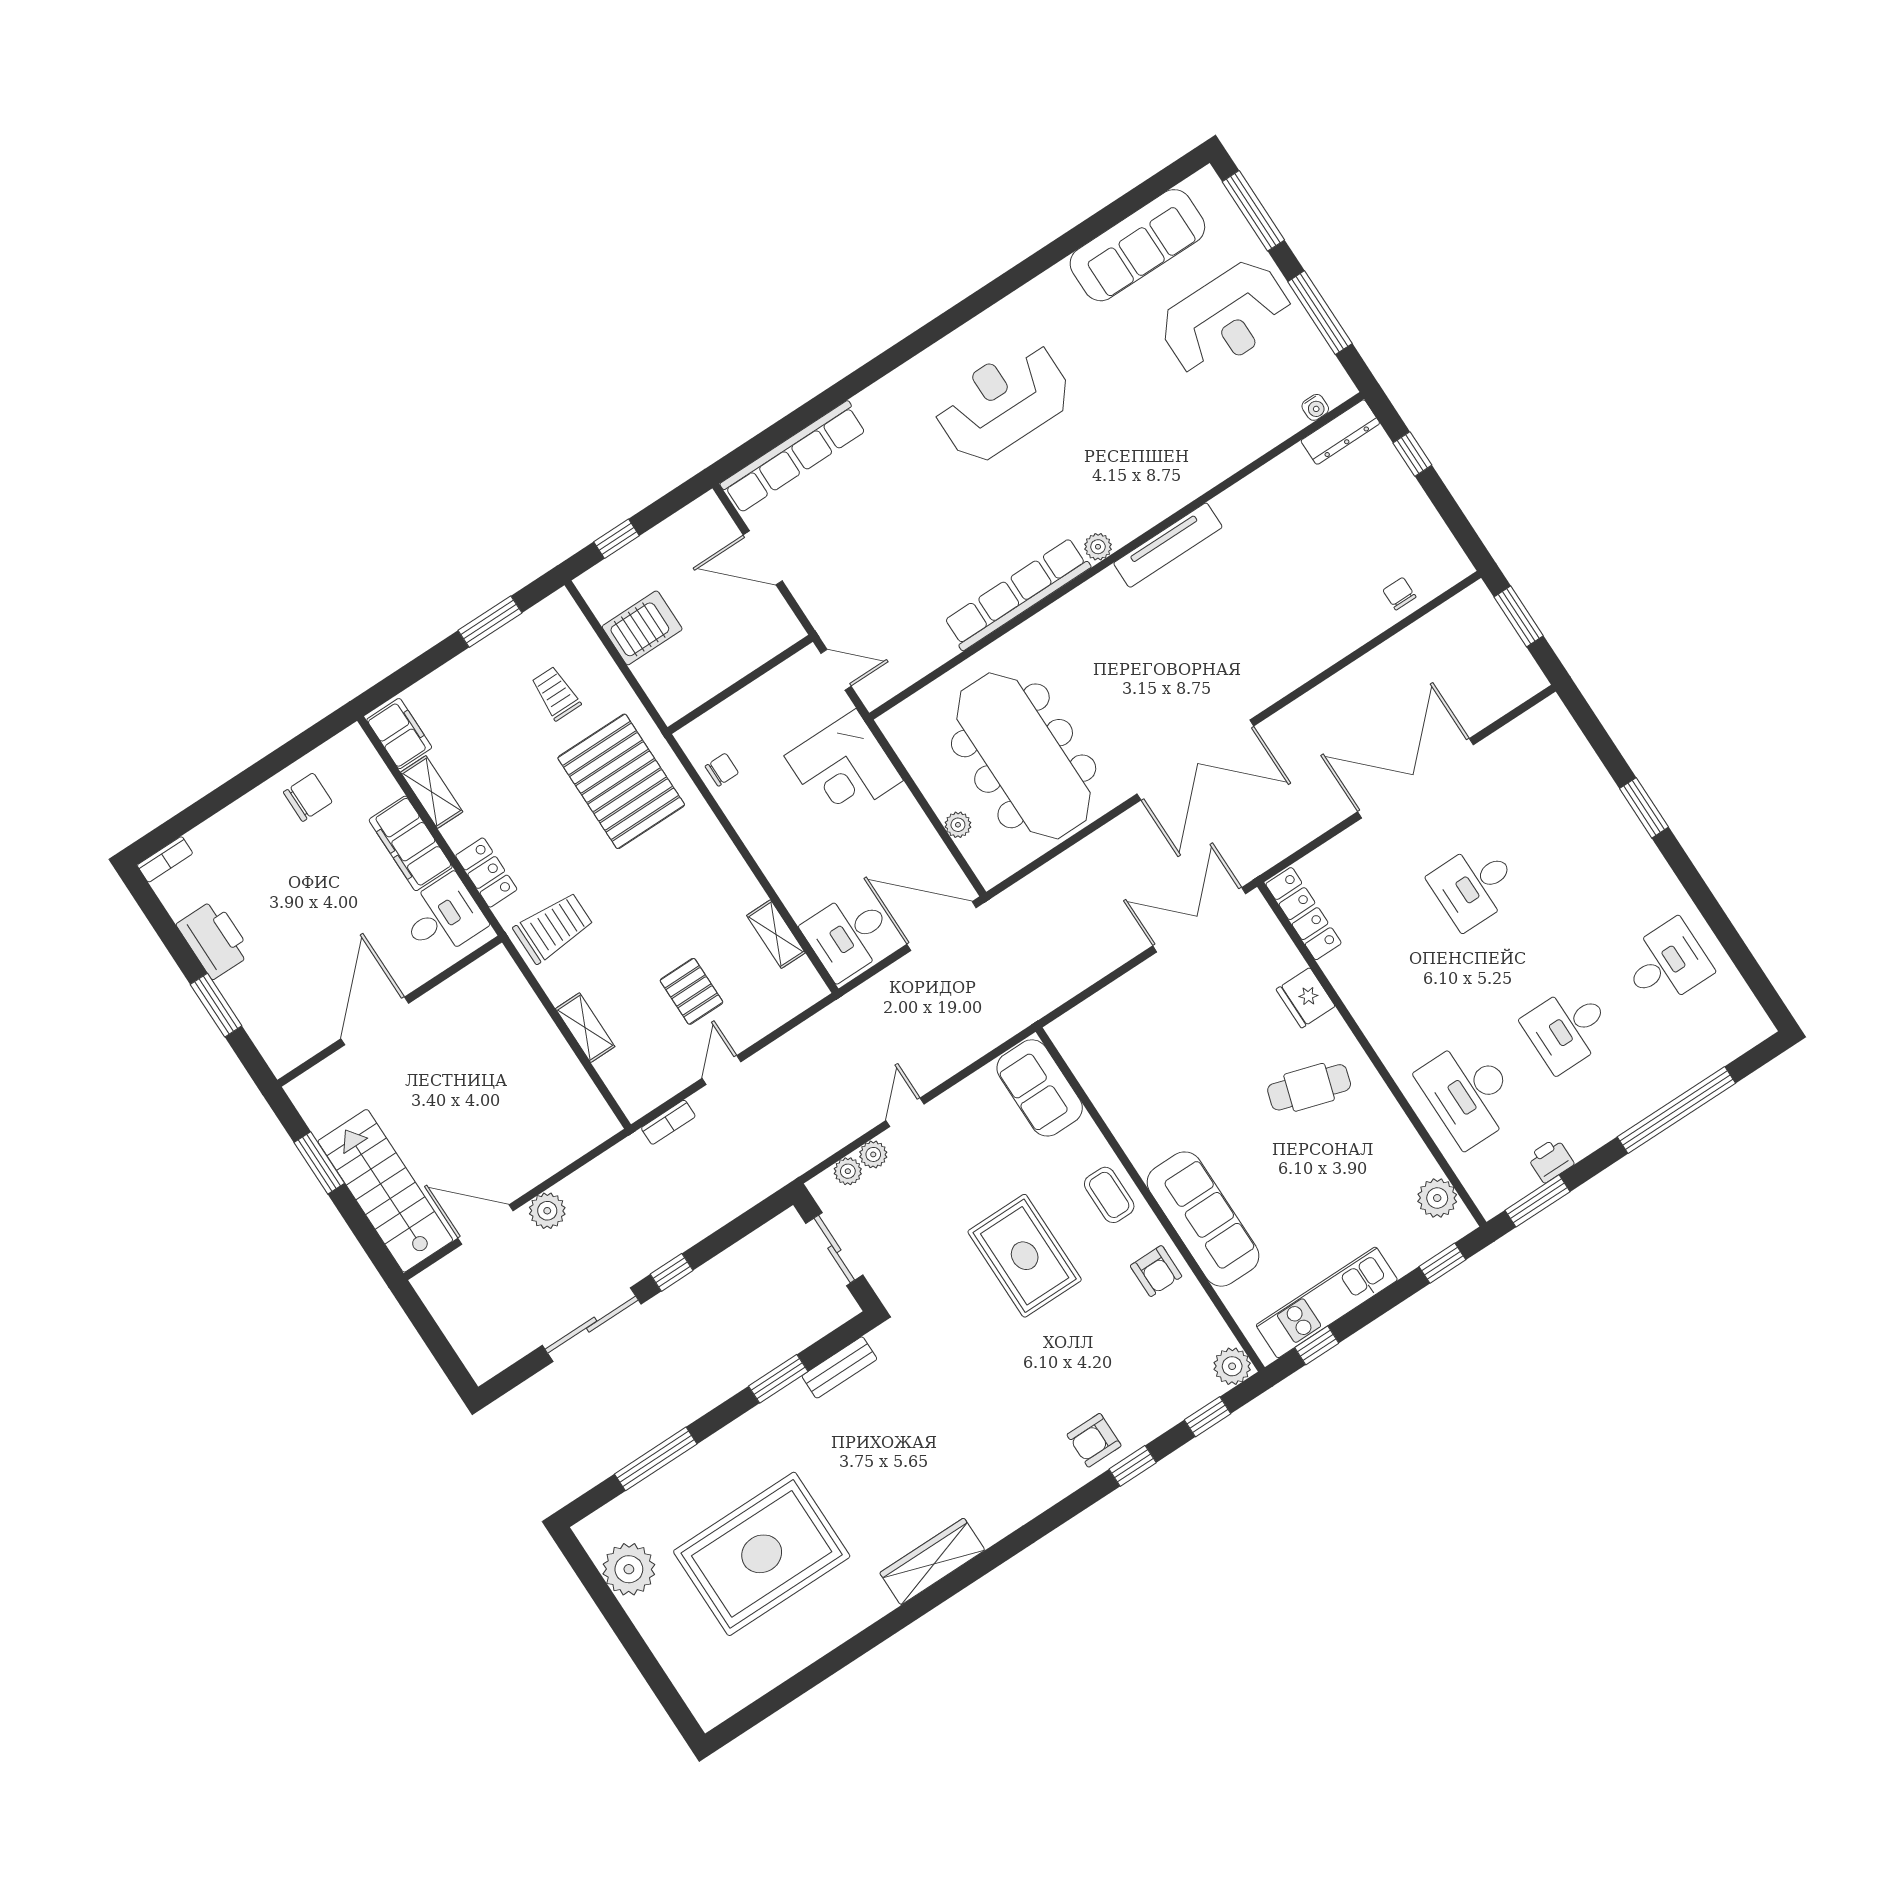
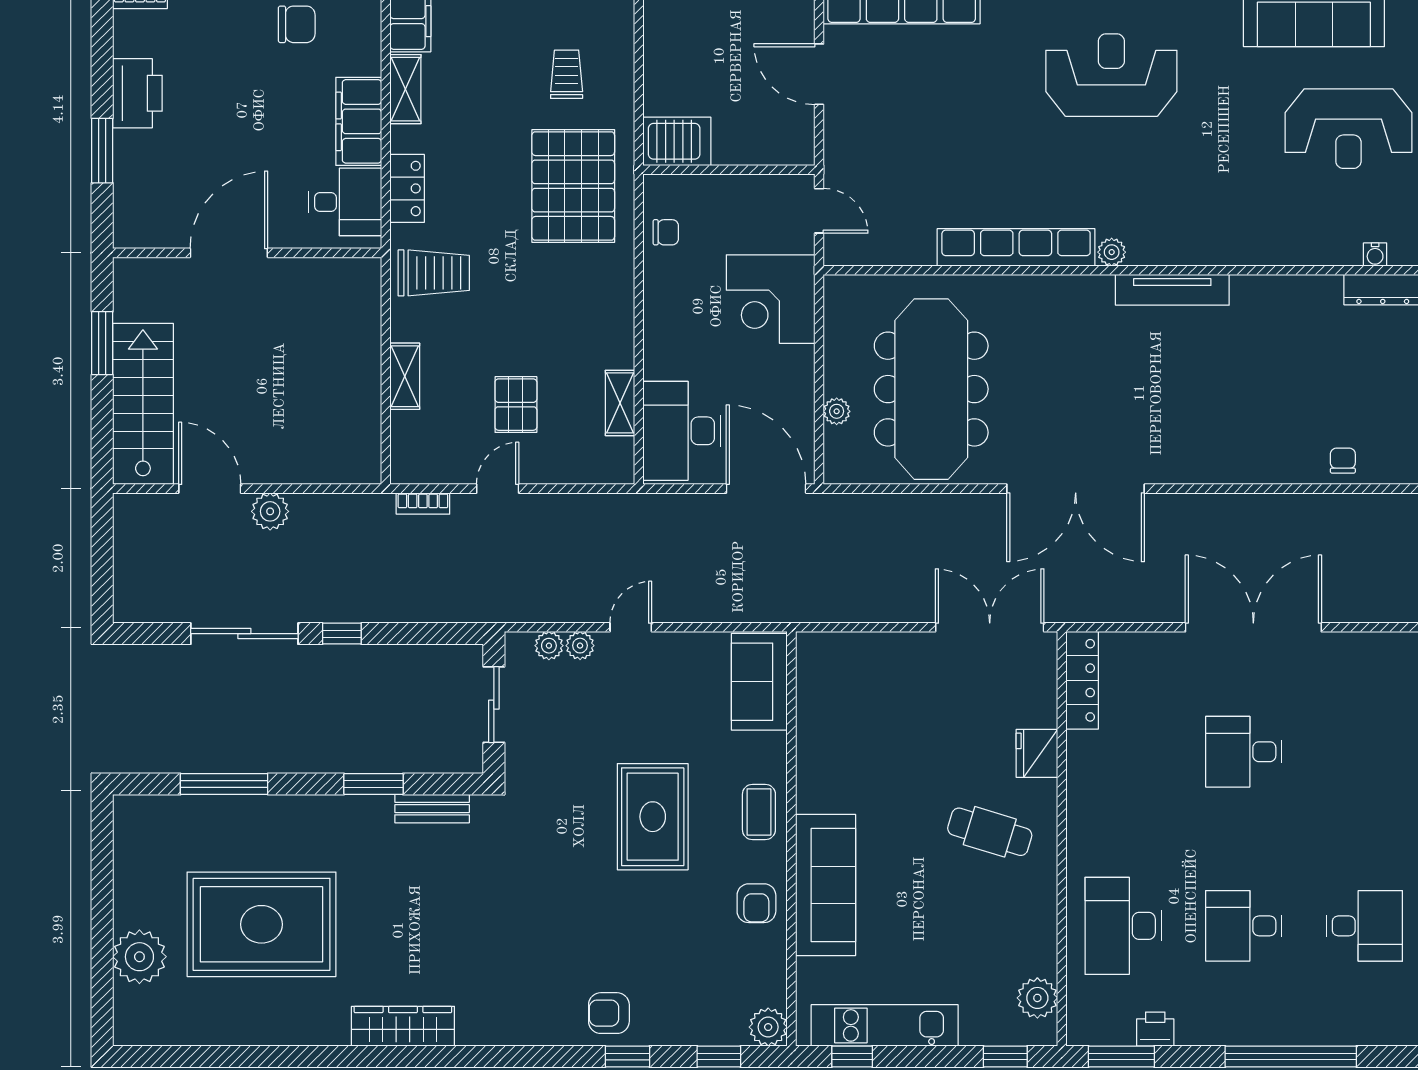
server rack: (642, 628) -> (677, 141), moved
desk: (849, 935) -> (682, 431), width x1.37
plant: (629, 1569) -> (139, 957), moved

